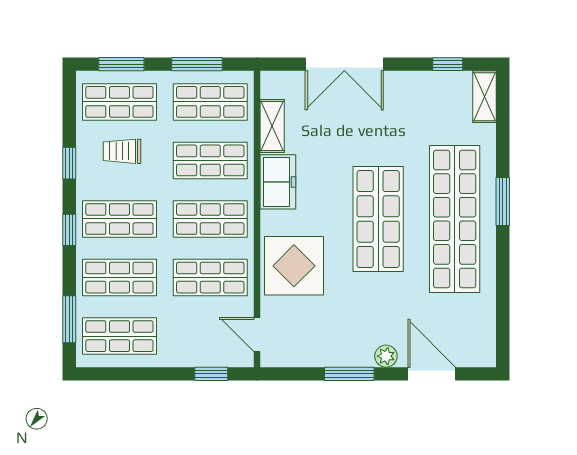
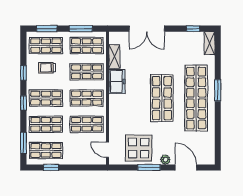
display table: (294, 266) -> (139, 148), moved
window: (211, 374) -> (51, 167), moved

